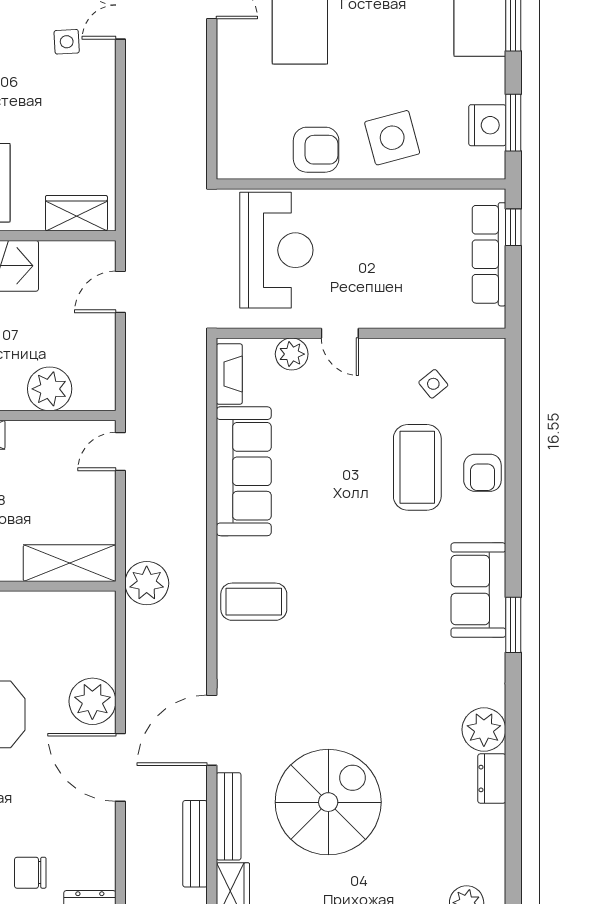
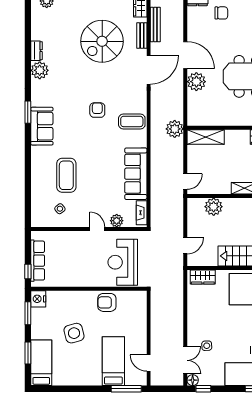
nightstand: (487, 125) -> (38, 299), moved
side table: (392, 138) -> (74, 333), moved
armchair: (482, 473) -> (97, 110), moved
bench: (229, 816) -> (142, 36), width x0.73

